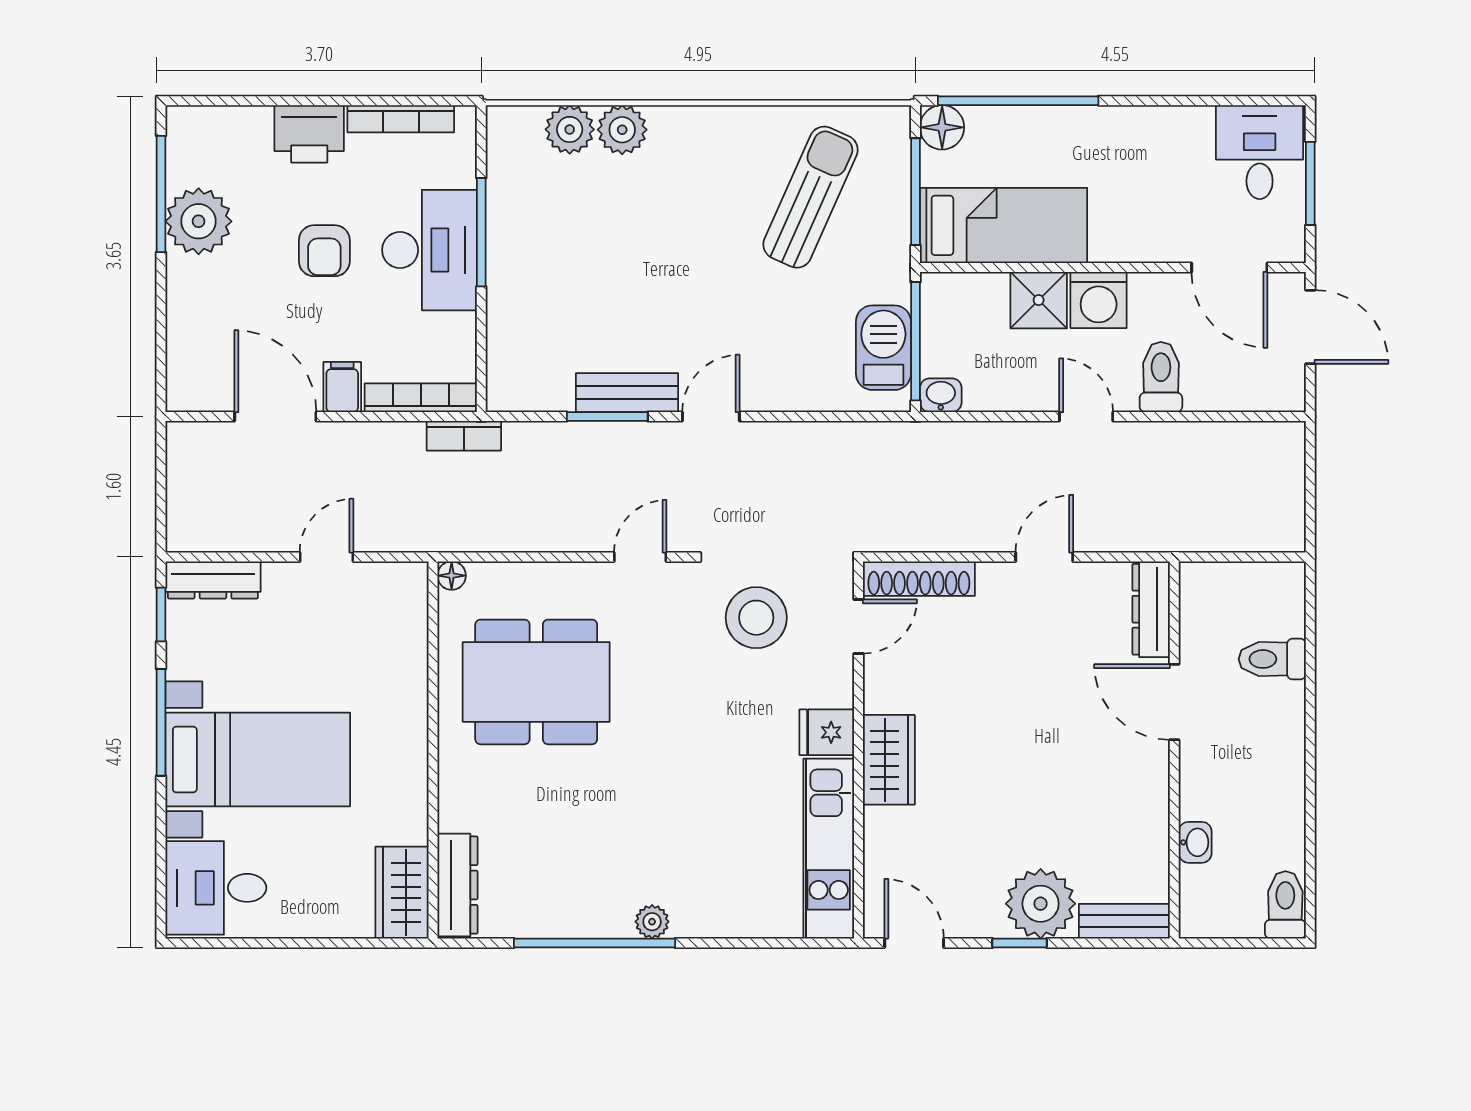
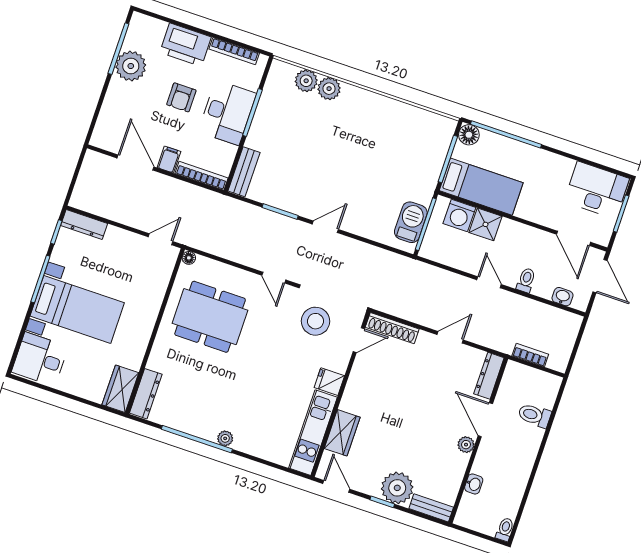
printer: (309, 134) -> (185, 45), width x1.37, depth x1.19
desk: (1260, 152) -> (597, 190), width x1.37
sun lounger: (811, 197) -> (401, 146), removed
washing machine: (1099, 300) -> (459, 215), moved
toilet: (1161, 377) -> (526, 280), width x0.73, depth x0.72
bench: (627, 393) -> (244, 172), moved, turned 90
washbasin: (941, 395) -> (562, 297), moved
bookcase: (464, 436) -> (530, 355), moved, turned 180
door: (326, 557) -> (160, 239), moved
door: (640, 557) -> (274, 278), swing flipped
wardrobe: (889, 760) -> (342, 433), moved
plant: (1152, 767) -> (466, 445), added
toilet: (1285, 905) -> (505, 529), width x0.73, depth x0.72

